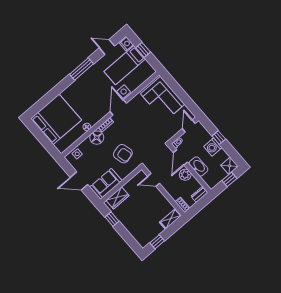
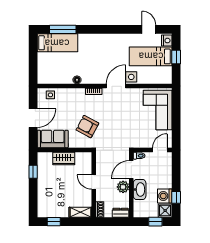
window: (81, 69) -> (63, 29), moved
bed: (56, 119) -> (57, 43), width x0.49
floor lamp: (97, 138) -> (78, 95), removed
window: (219, 138) -> (176, 197), moved
washing machine: (213, 147) -> (165, 196), moved
armchair: (123, 154) -> (87, 127), turned 132
door: (153, 180) -> (94, 182), moved
door: (79, 181) -> (33, 118), swing flipped
wardrobe: (117, 198) -> (64, 158), moved

